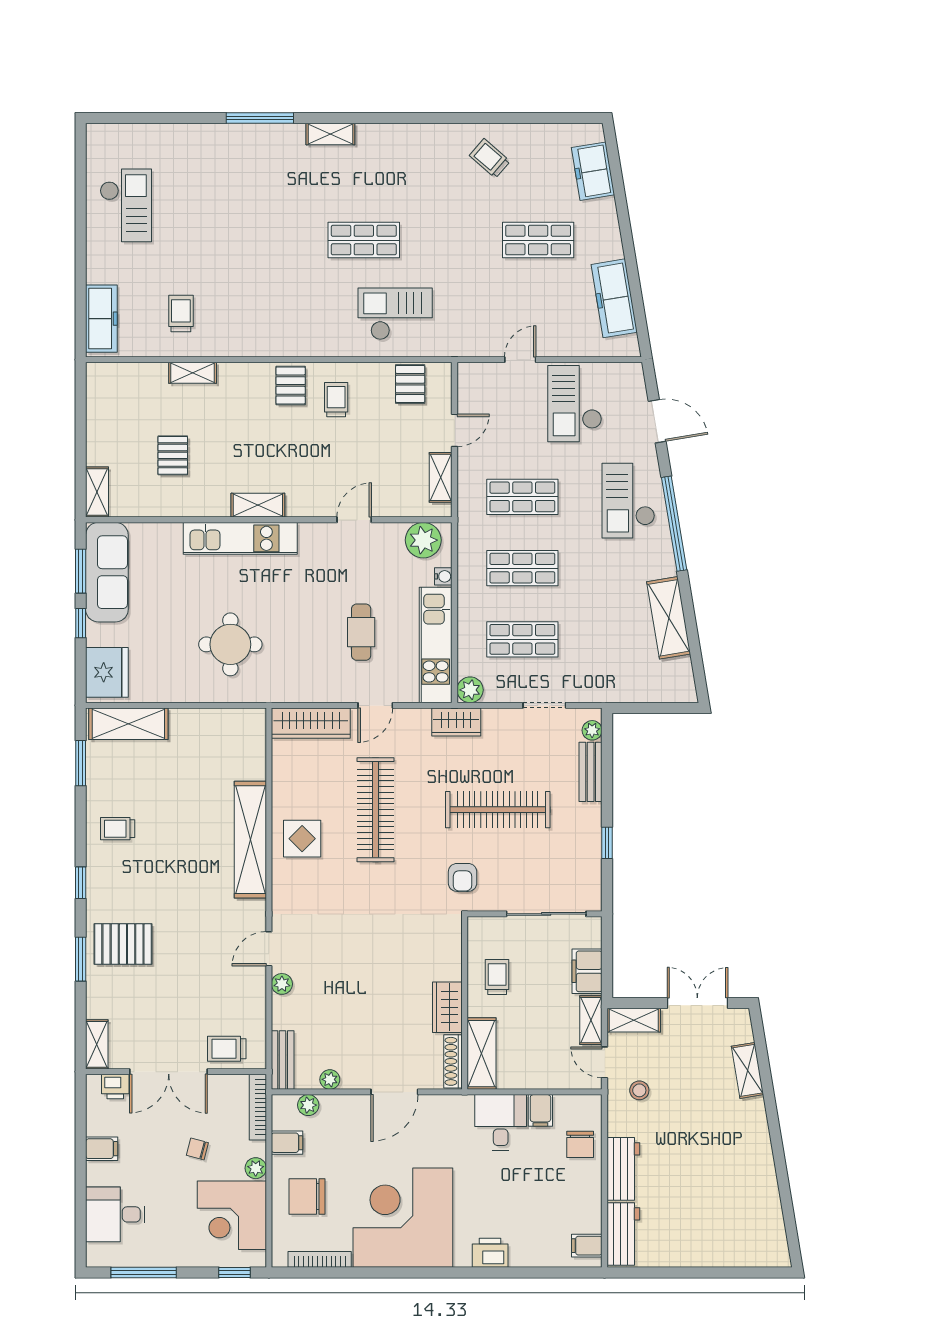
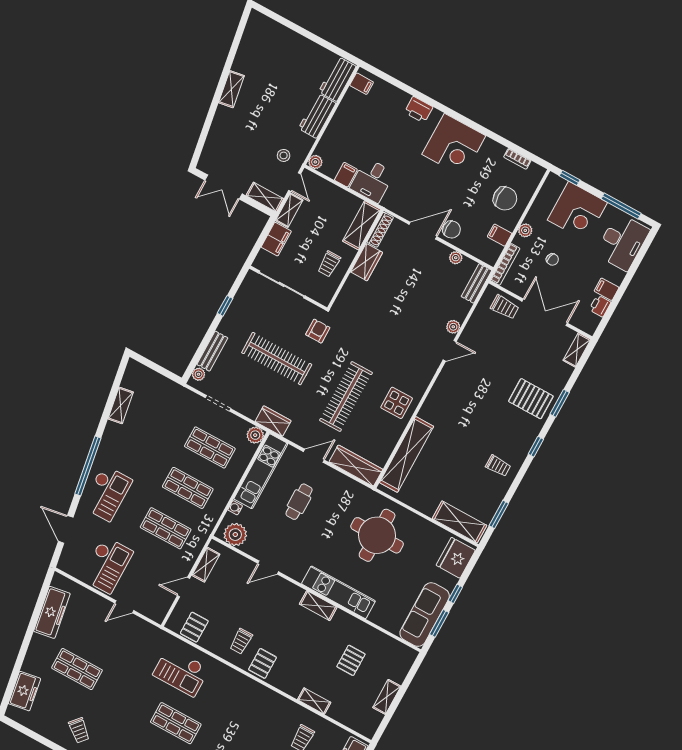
shelving: (97, 492) -> (387, 697), moved
shelving: (669, 618) -> (121, 405), width x0.67, depth x0.75
round table: (230, 644) -> (377, 535), width x1.36, depth x1.36
shelving: (250, 840) -> (407, 454), moved
shelving: (747, 1070) -> (231, 89), moved
printer: (115, 1087) -> (600, 306), moved, turned -90
plant: (308, 1105) -> (315, 162), moved
chair: (580, 1144) -> (451, 230), moved, turned 90
desk: (115, 1214) -> (622, 242), width x1.37
corner desk: (232, 1215) -> (577, 211), moved, turned 90
corner desk: (403, 1218) -> (454, 145), width x0.74, depth x0.74
bookcase: (320, 1259) -> (517, 159), width x0.64

